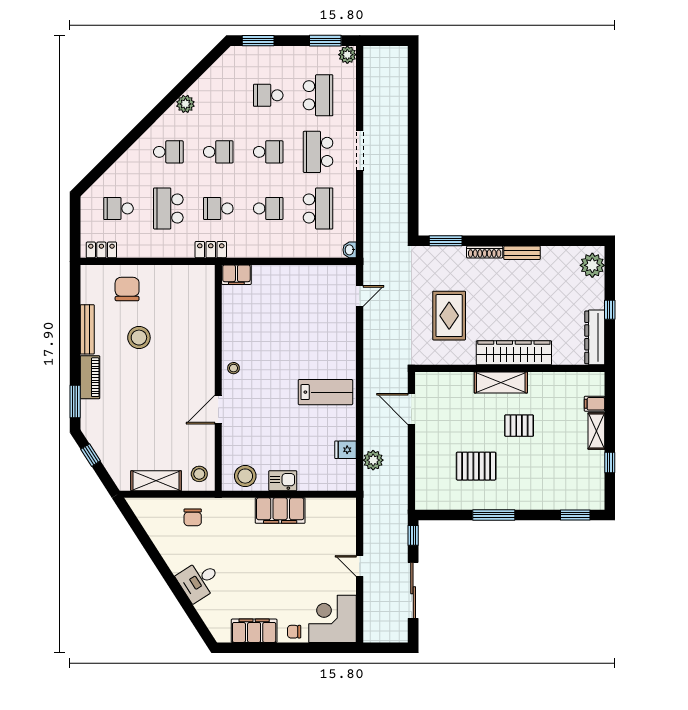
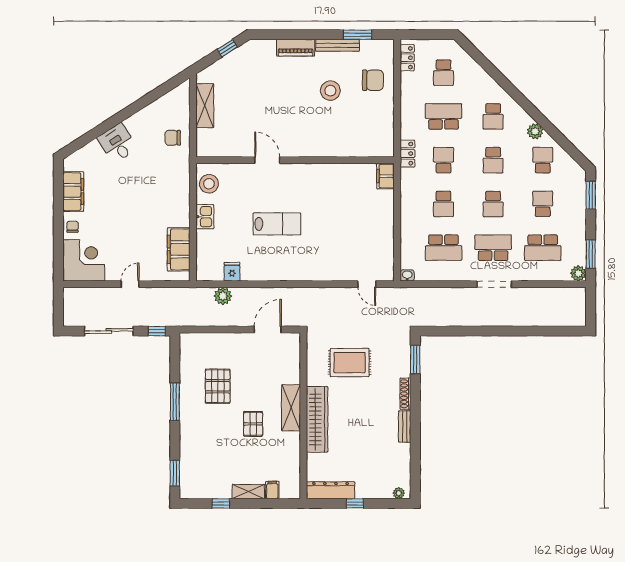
school desk: (218, 95) -> (543, 160), added
school desk: (118, 208) -> (443, 73), turned 180
plant: (592, 265) -> (399, 493), width x0.53, depth x0.53
stool: (234, 368) -> (304, 174), removed
lab bench: (325, 392) -> (277, 224), moved, turned -90
window: (75, 401) -> (358, 35), moved
stool: (199, 474) -> (211, 144), removed
filing cabinet: (280, 511) -> (179, 249), moved

